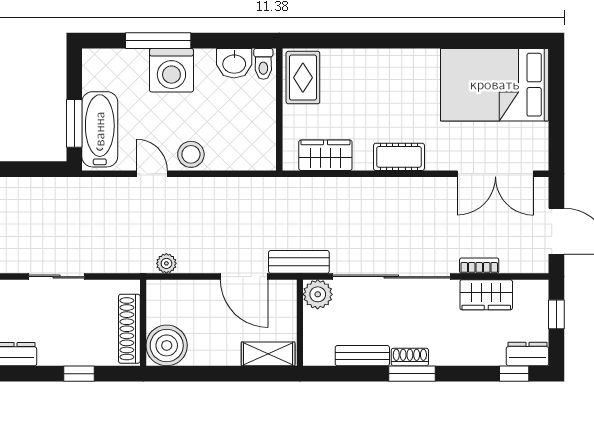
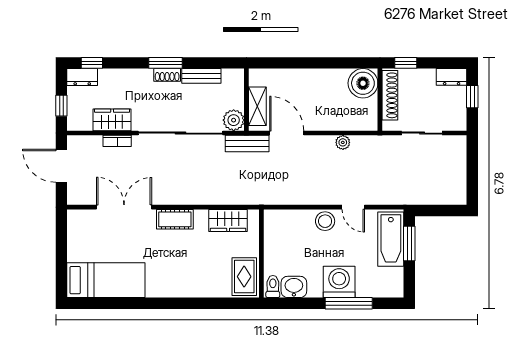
bed: (495, 85) -> (106, 280), width x0.67
double door: (495, 174) -> (124, 207), moved
wall: (143, 323) -> (380, 100), moved
shoe rack: (129, 329) -> (390, 95), moved
boiler: (167, 345) -> (363, 83), moved
shelving: (268, 354) -> (257, 106), moved, turned 90

